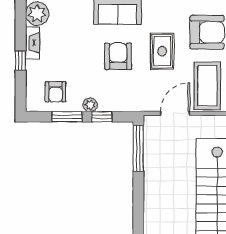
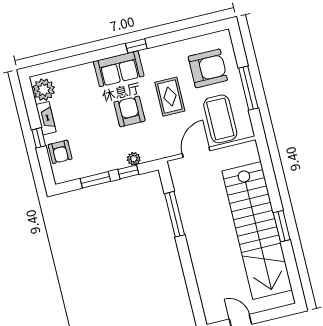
armchair: (56, 92) -> (60, 152), moved
plant: (90, 105) -> (134, 159), moved
window: (138, 148) -> (175, 214), moved

